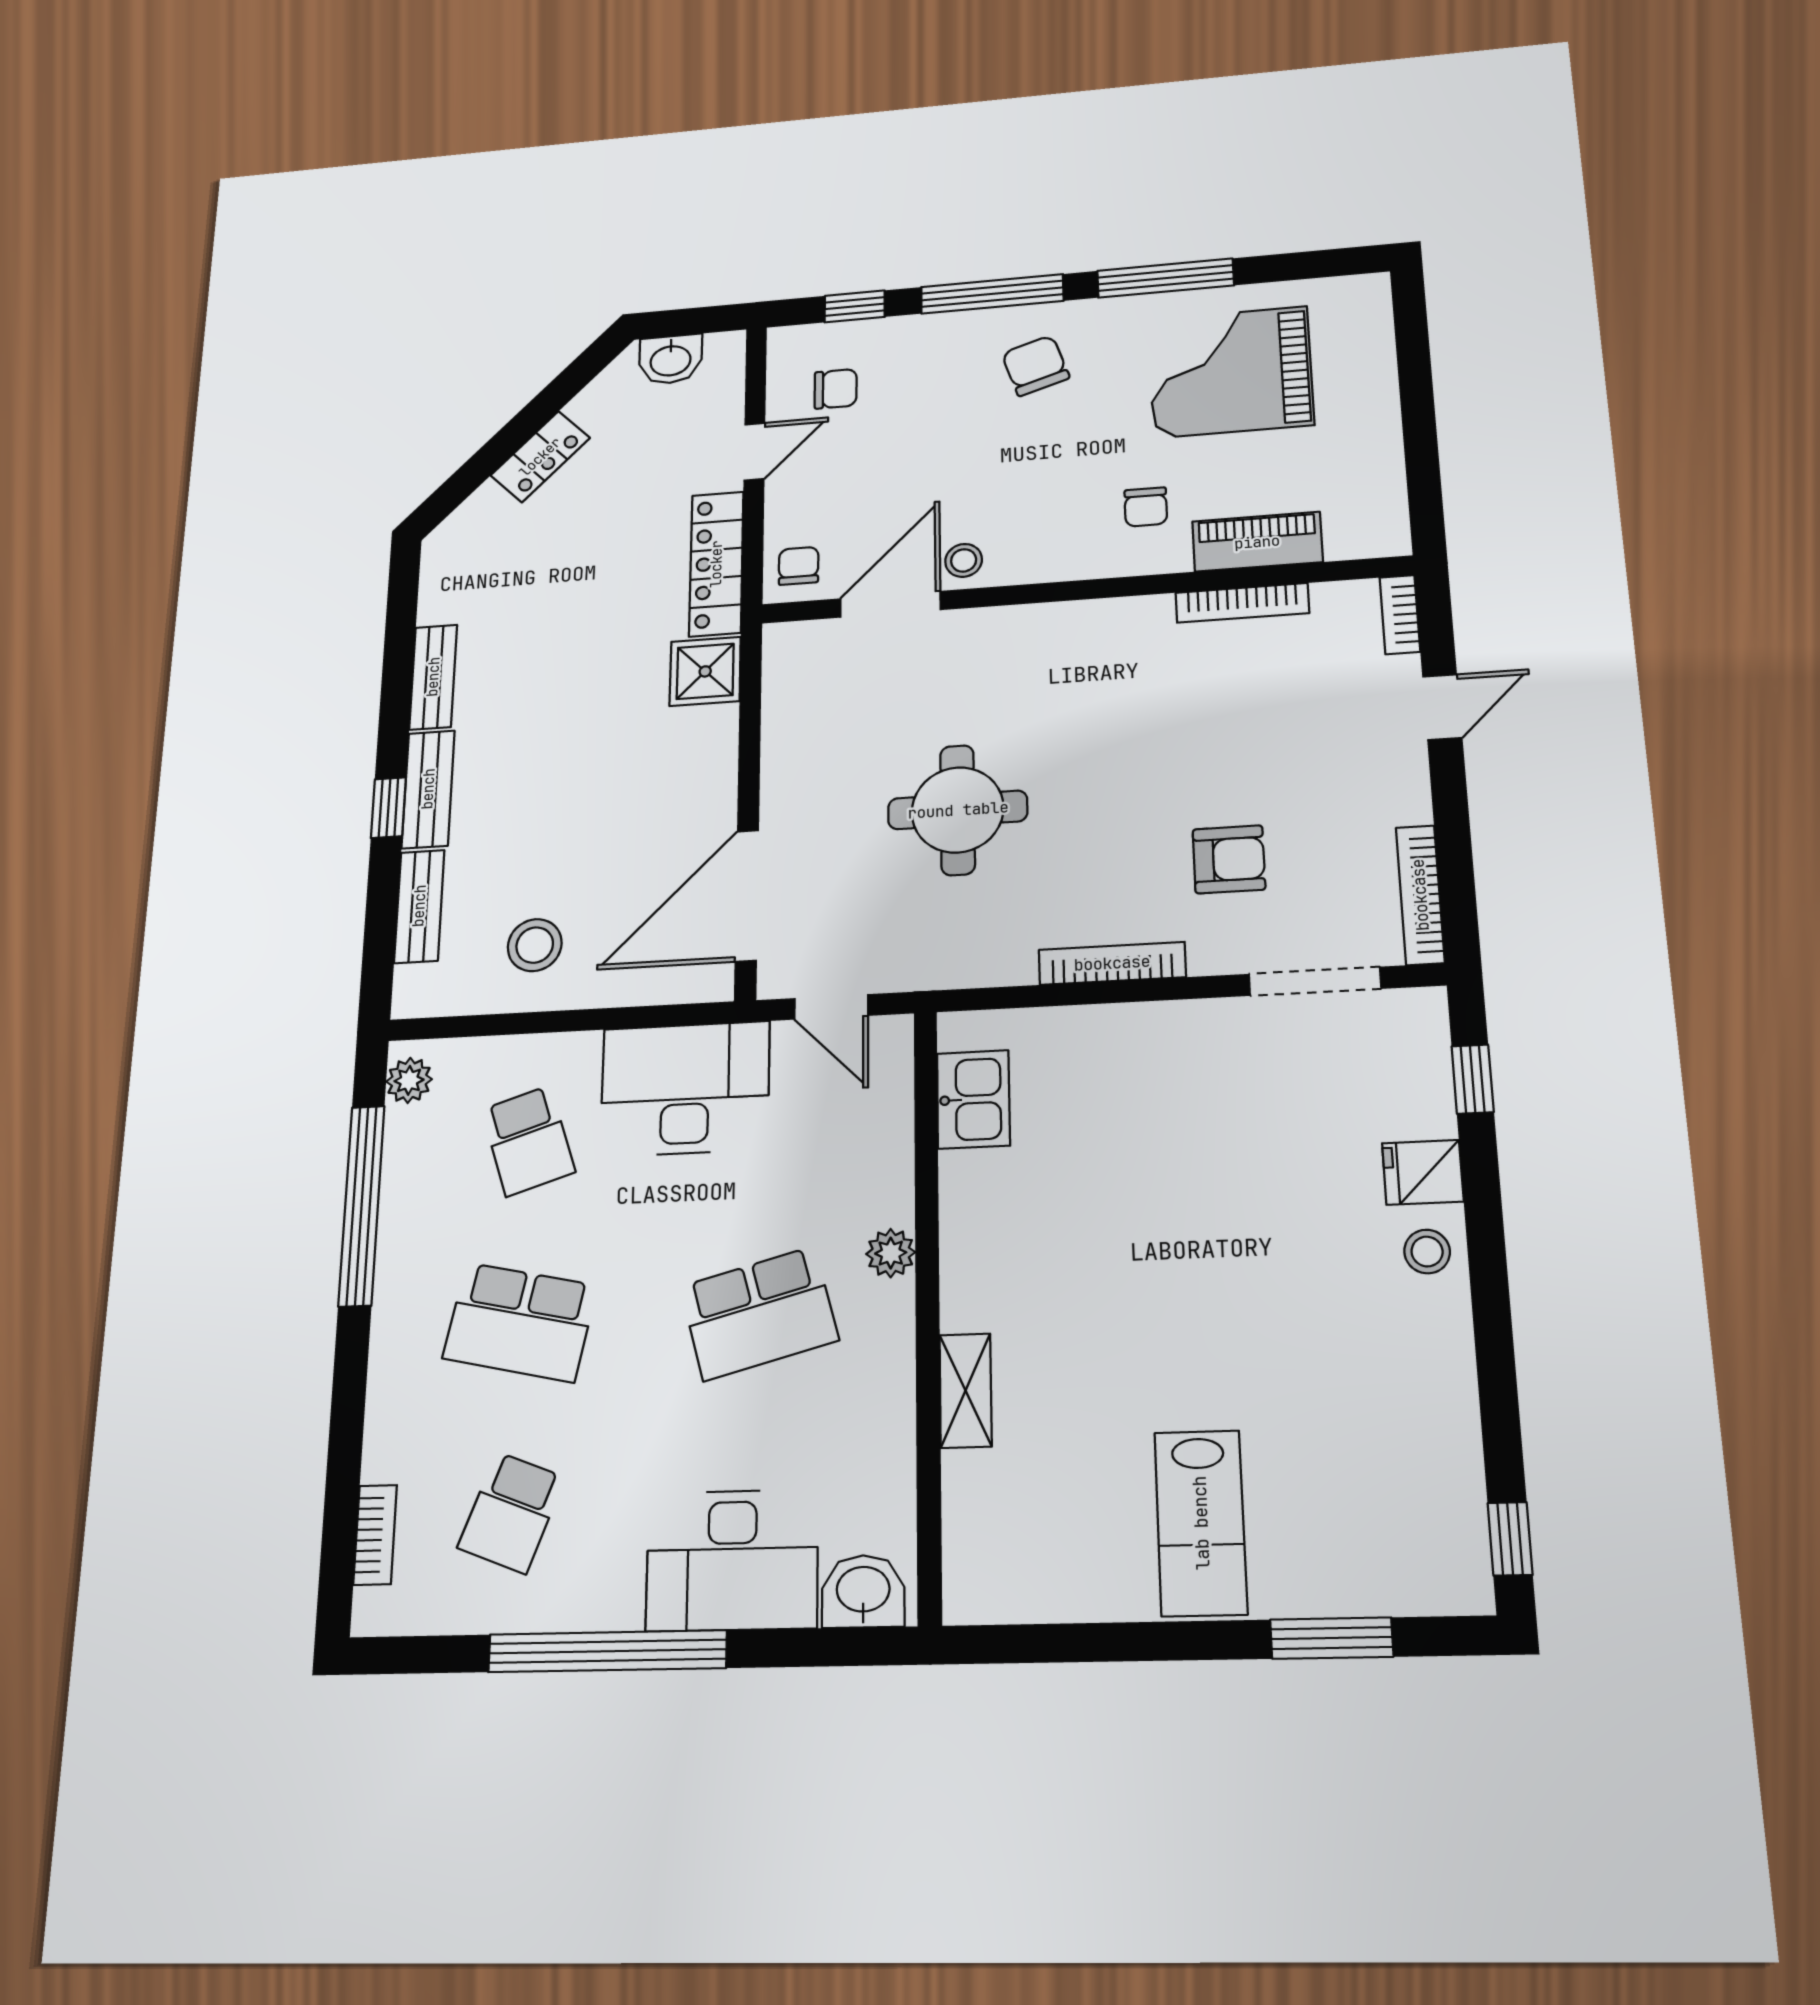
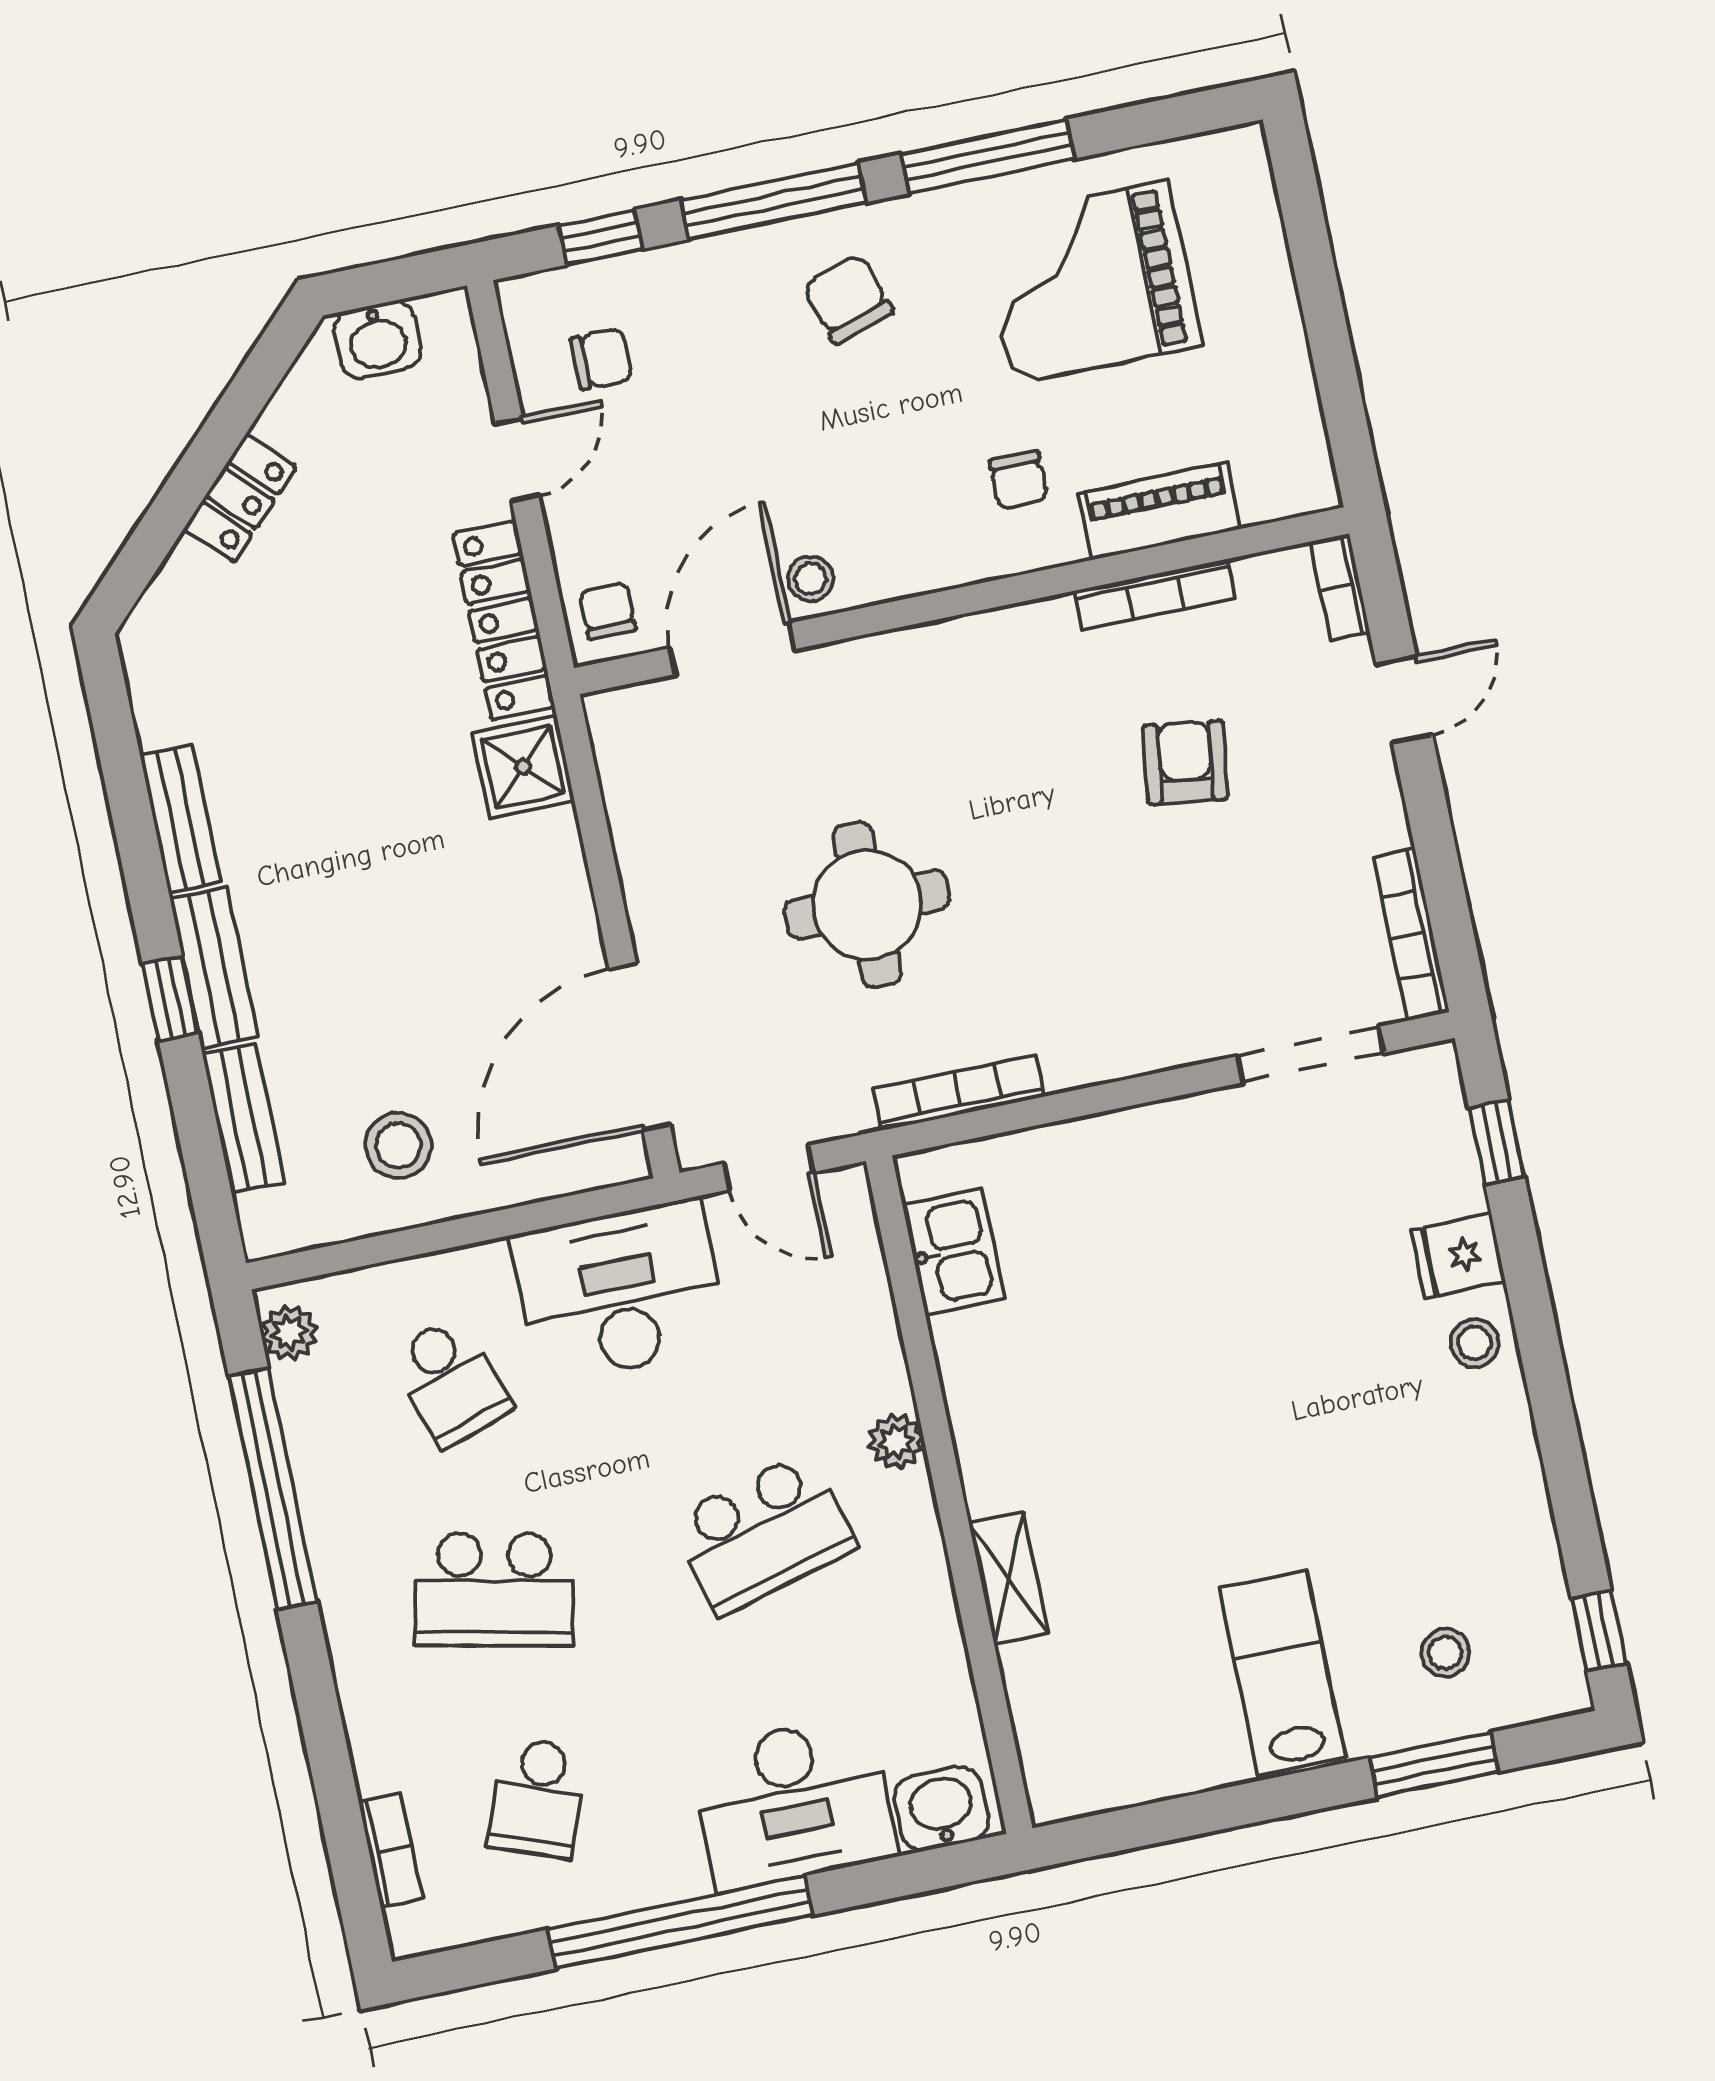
armchair: (1229, 859) -> (1185, 762), moved, turned -82
bookcase: (1112, 963) -> (958, 1093), moved
lab bench: (1201, 1523) -> (1282, 1673), turned 180
stool: (1358, 1532) -> (1445, 1653), added

